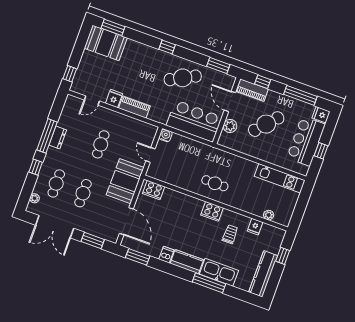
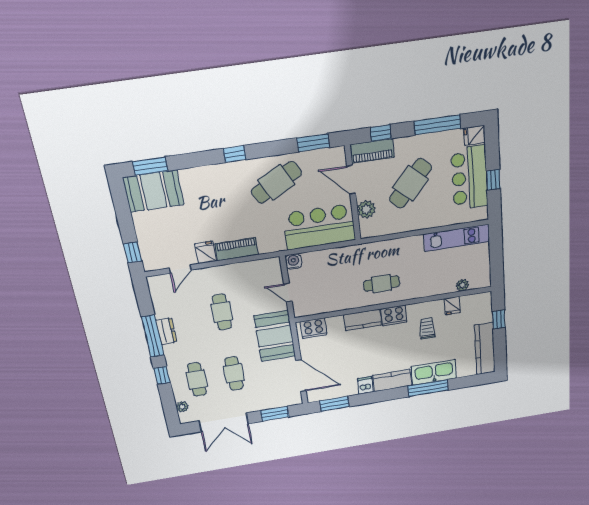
kitchen counter: (189, 203) -> (363, 320), added

